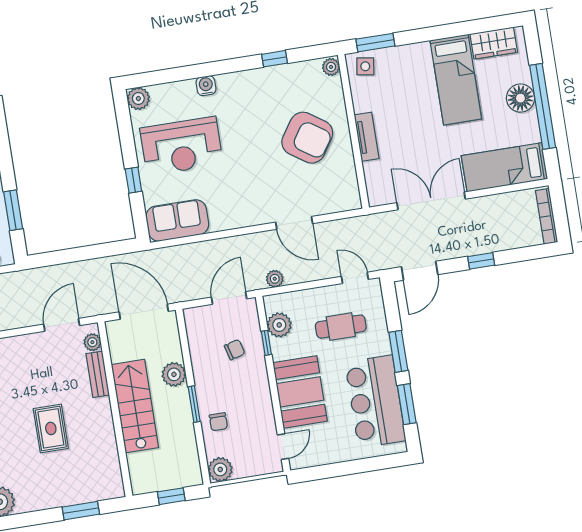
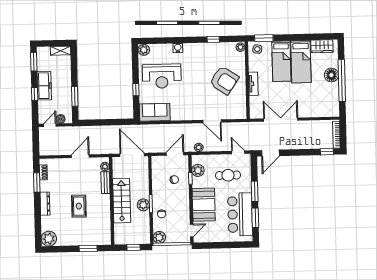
bed: (504, 167) -> (281, 61), moved, turned -90
window: (481, 261) -> (327, 152), moved
door: (62, 325) -> (80, 156), moved
plant: (174, 374) -> (143, 205), moved

